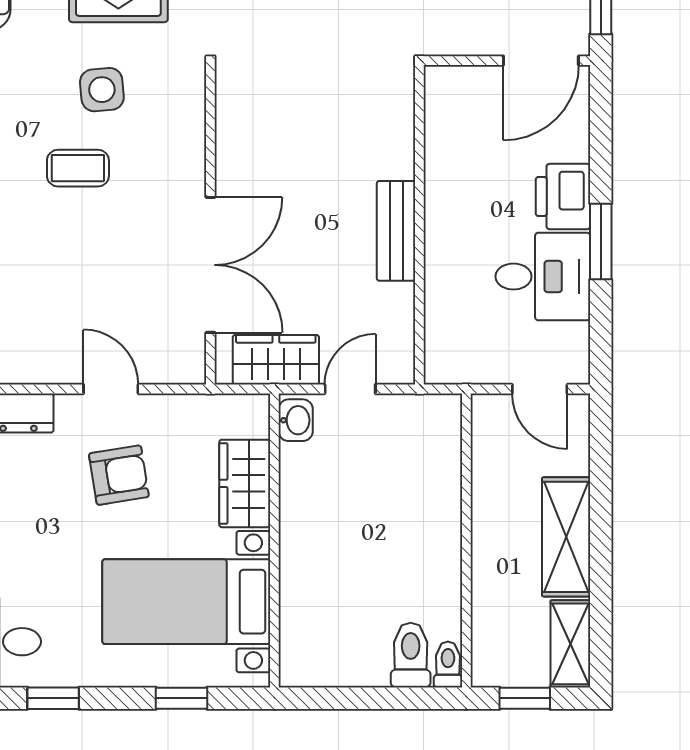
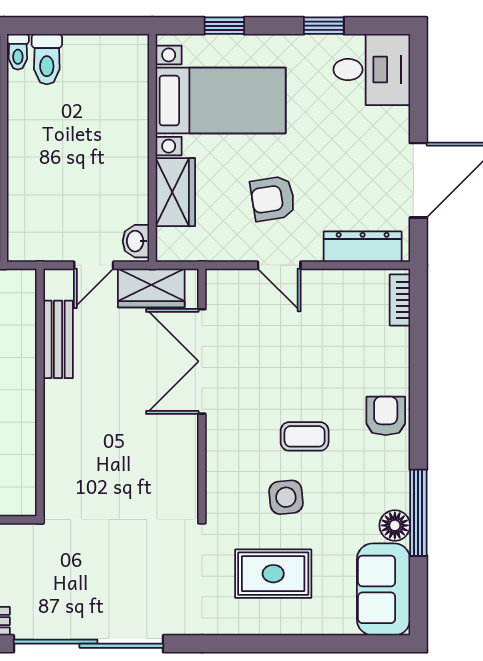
bench: (396, 231) -> (58, 339), moved

